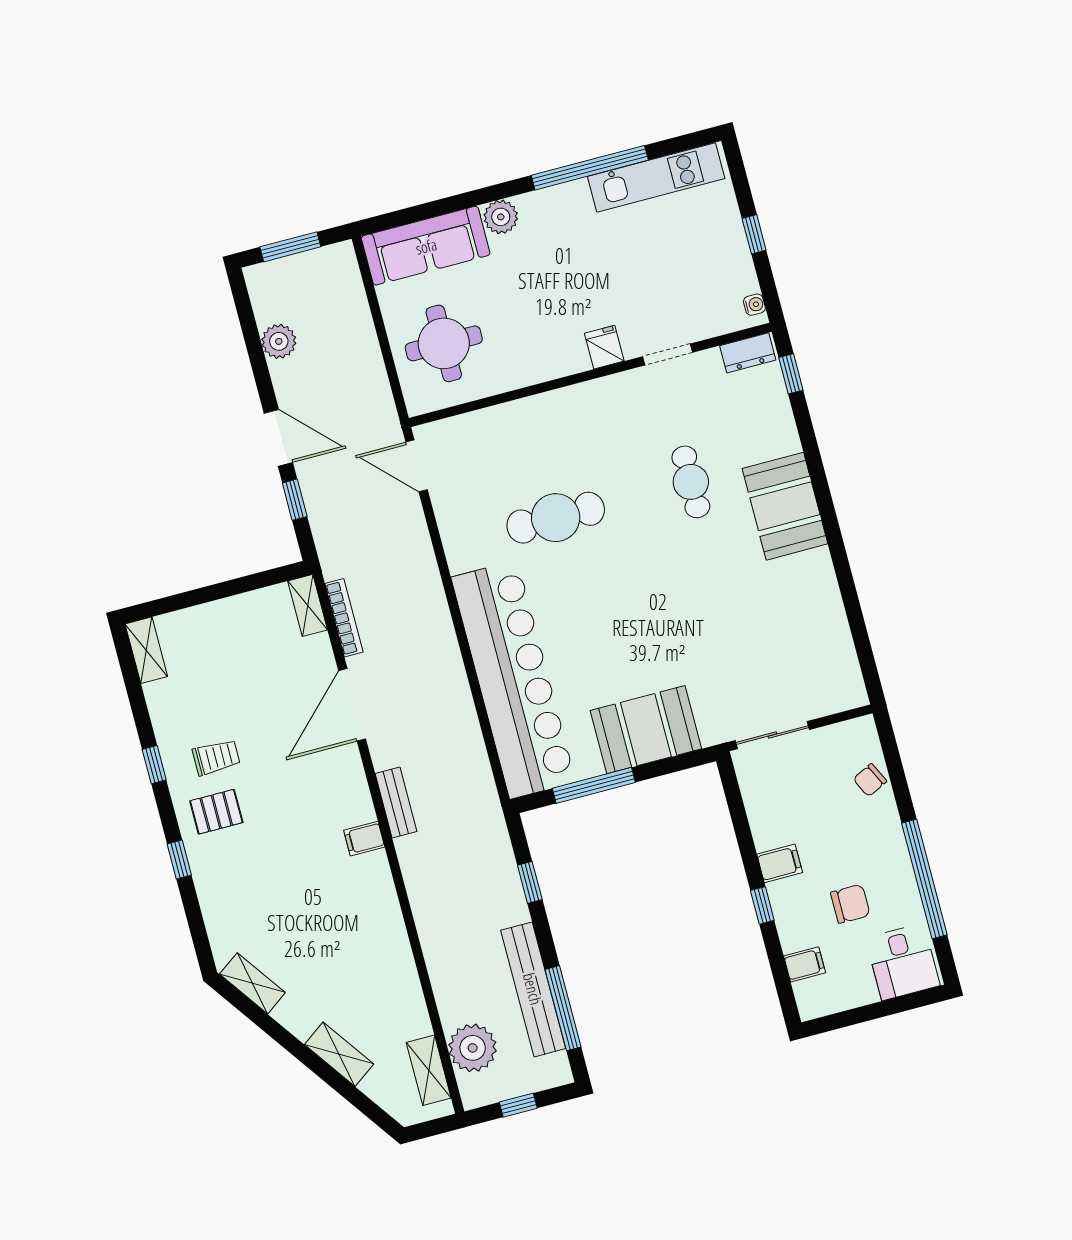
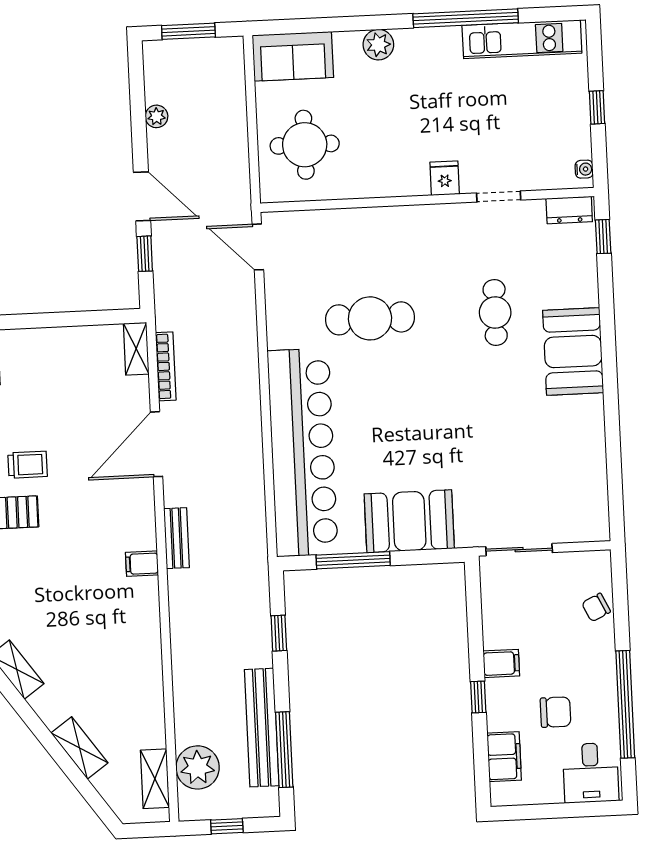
sofa: (426, 246) -> (293, 56), width x0.73
plant: (279, 341) -> (156, 116), width x0.73, depth x0.73
filing cabinet: (805, 964) -> (504, 757), width x2.00

